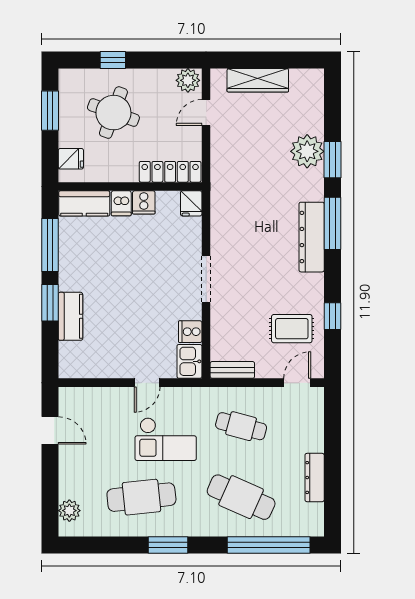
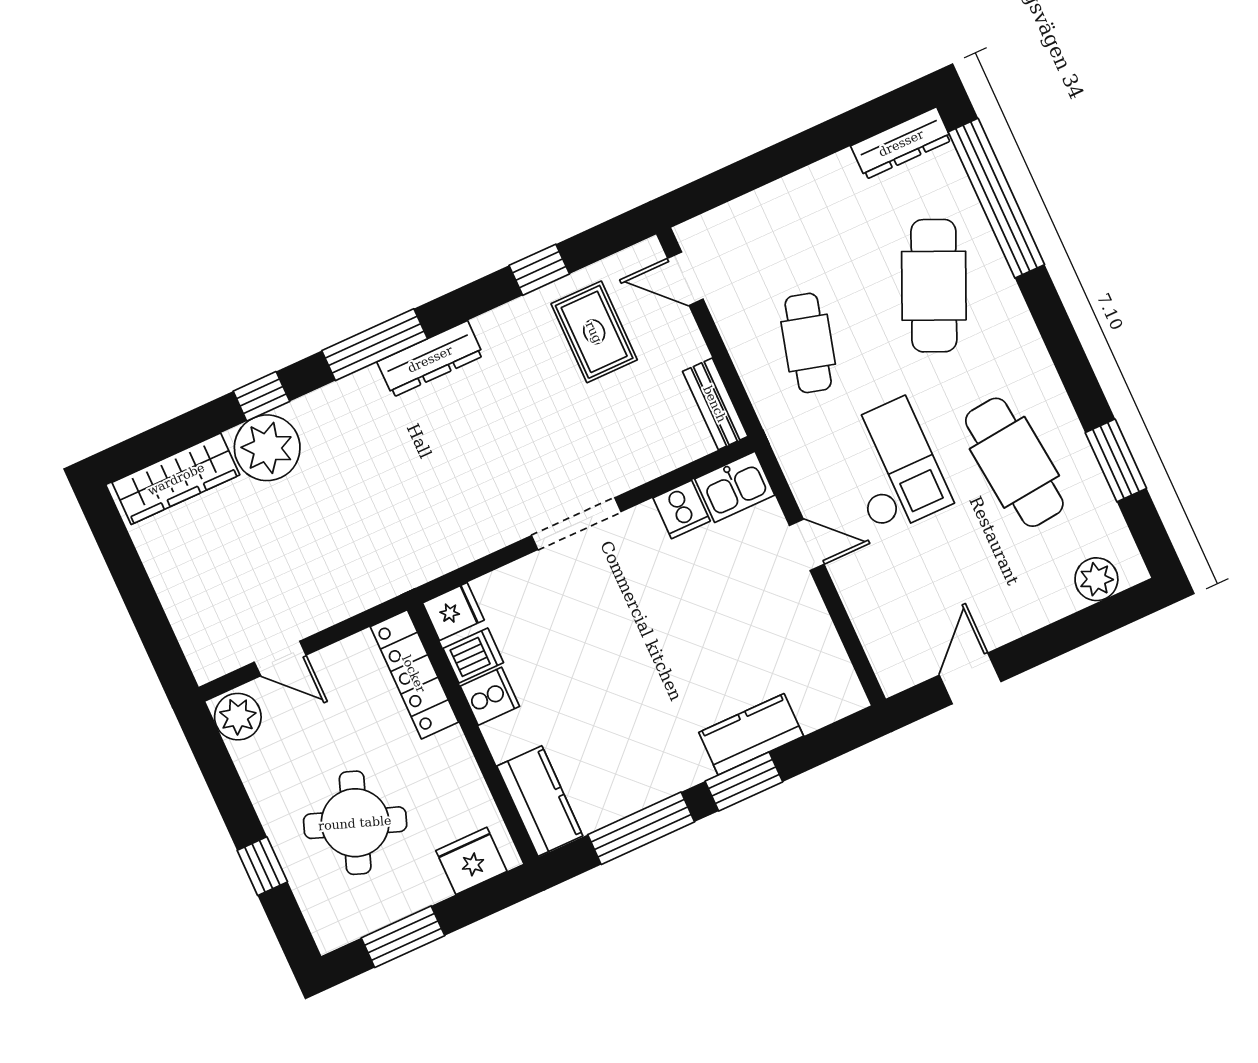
wardrobe: (258, 80) -> (176, 479), moved, turned 90
fridge: (71, 159) -> (471, 861), width x1.38
window: (333, 160) -> (261, 396), width x0.67
dishwasher: (121, 203) -> (473, 655), moved
dresser: (312, 237) -> (430, 359), width x0.73, depth x0.80
dresser: (315, 478) -> (901, 143), moved
window: (168, 545) -> (1116, 460), moved

